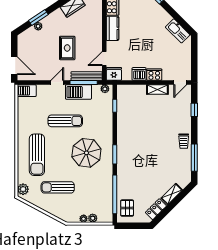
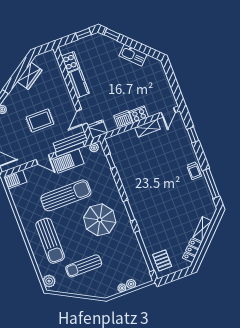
kitchen sink: (178, 31) -> (133, 55), moved
rug: (67, 48) -> (40, 121), turned 90
door: (57, 82) -> (43, 159), swing flipped
sun lounger: (65, 121) -> (66, 195), width x1.36, depth x1.34

